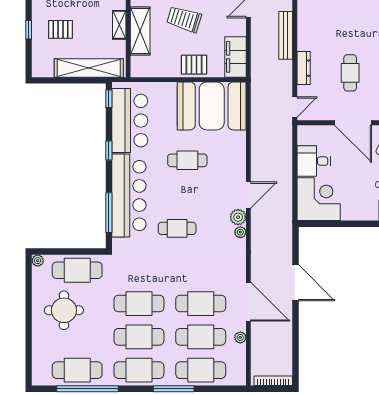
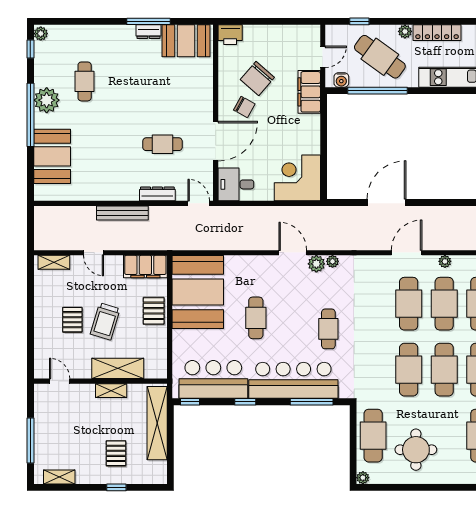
desk: (314, 161) -> (236, 184), moved, turned 90
door: (248, 302) -> (407, 253), width x0.73

